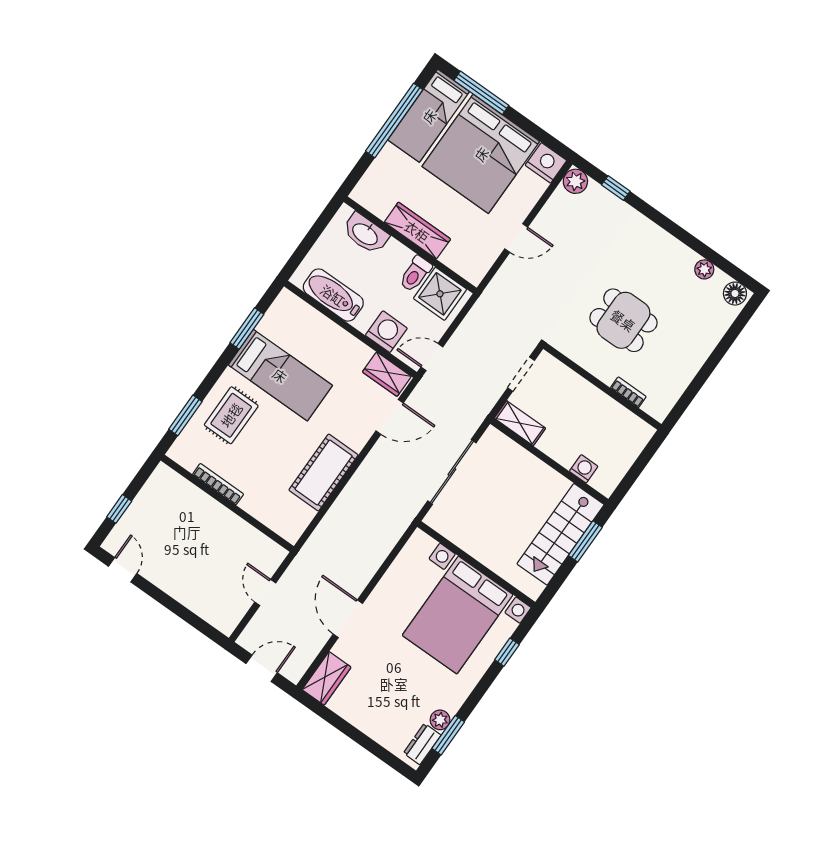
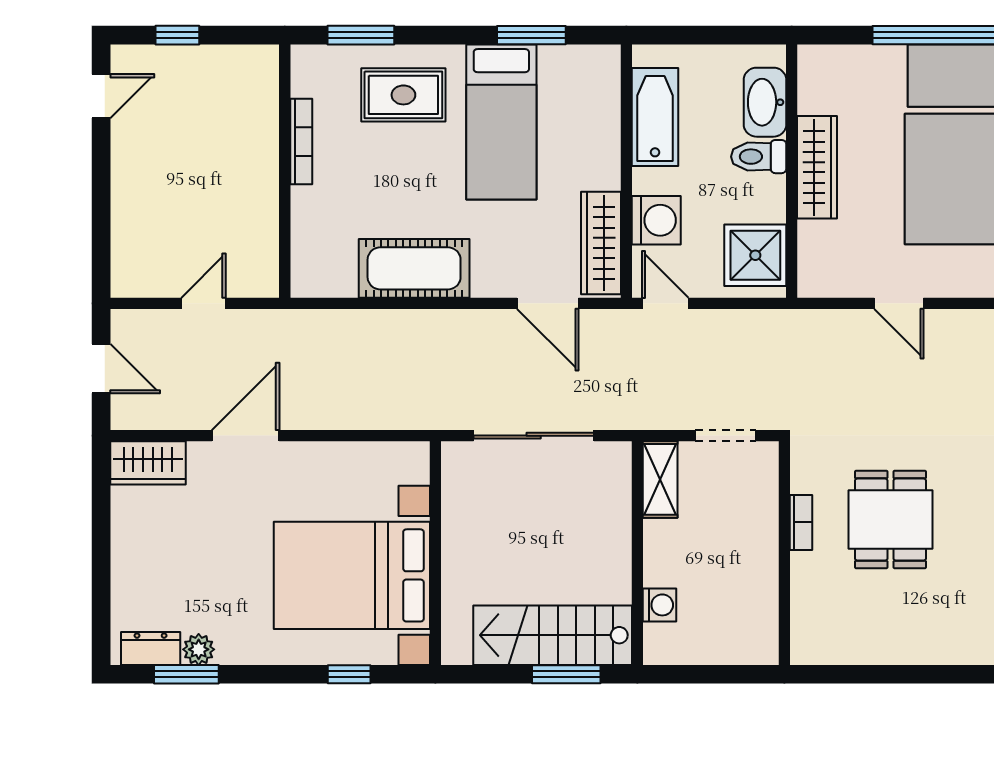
toilet: (415, 274) -> (759, 157), moved
wardrobe: (387, 374) -> (601, 243), width x1.50
bookcase: (628, 392) -> (801, 522), moved

